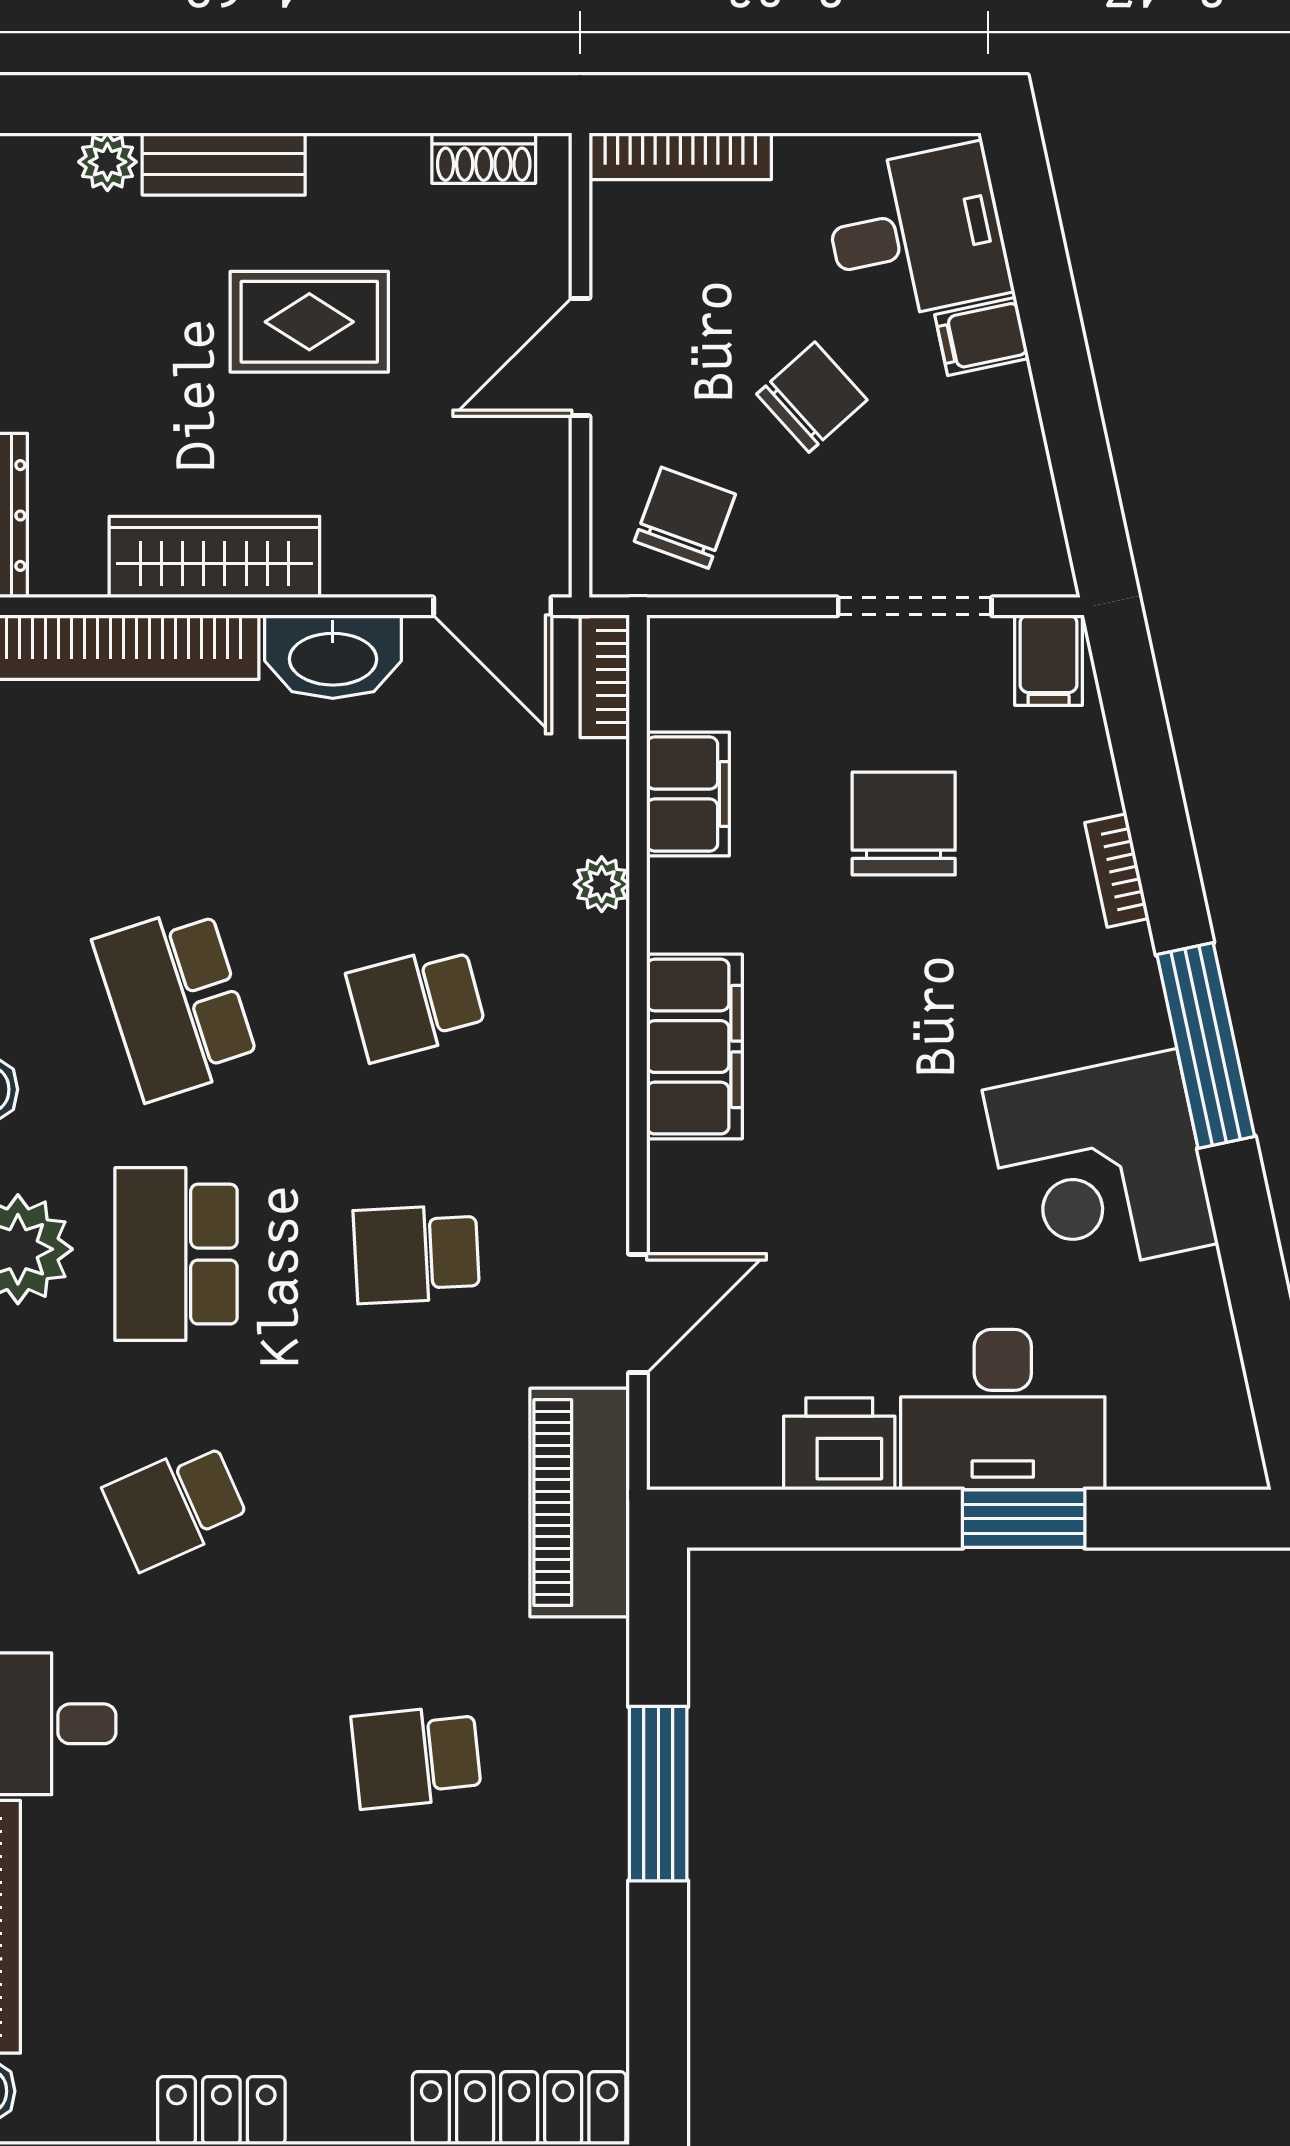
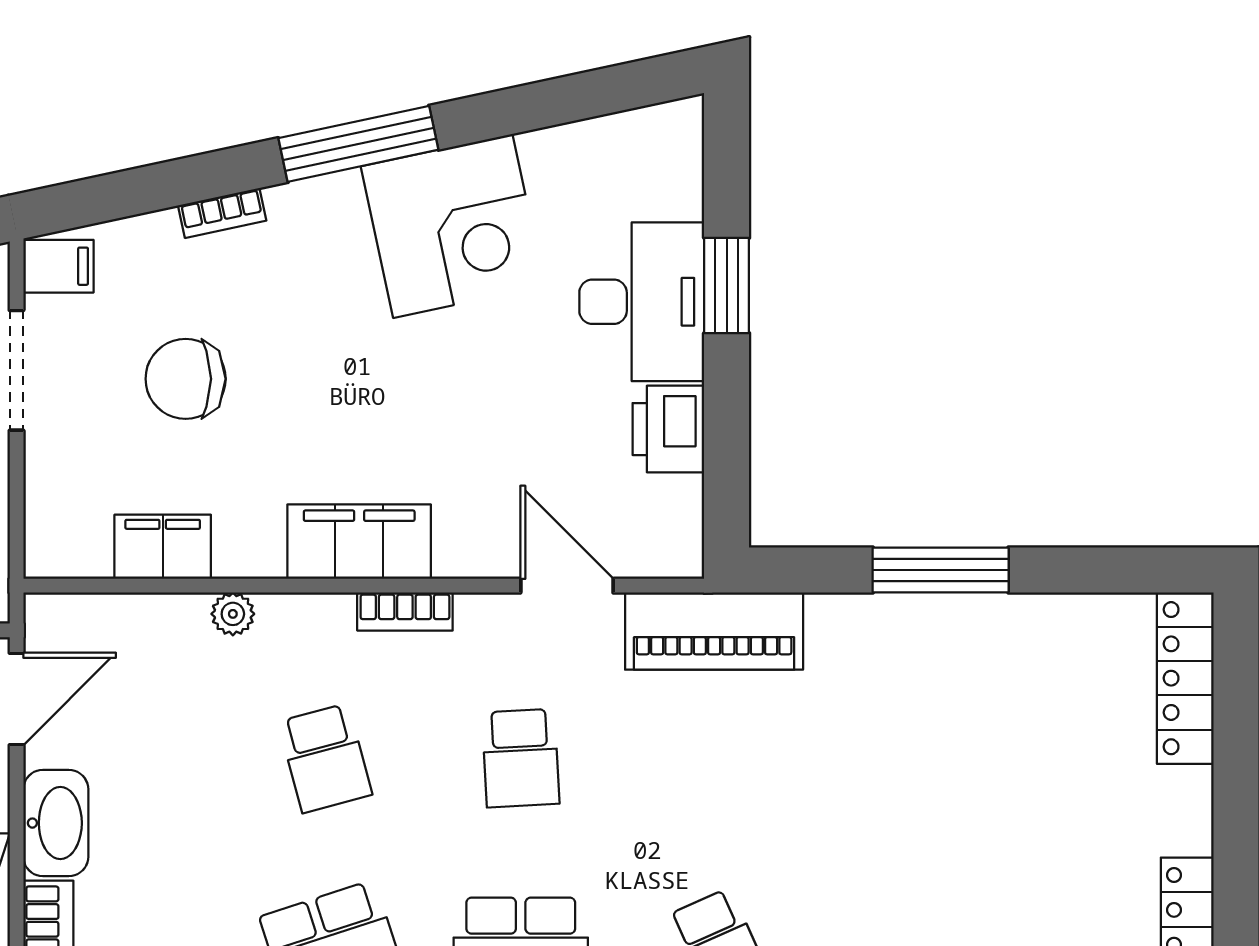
bookcase: (605, 676) -> (405, 611), moved
school desk: (416, 1757) -> (912, 758), removed

